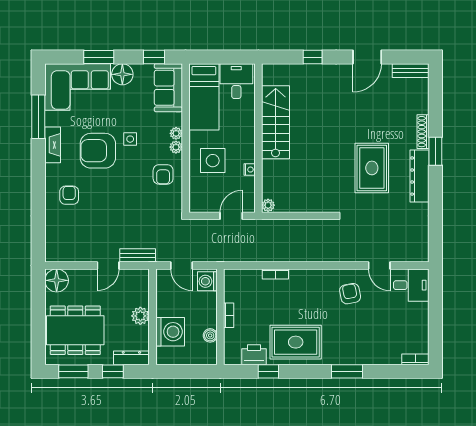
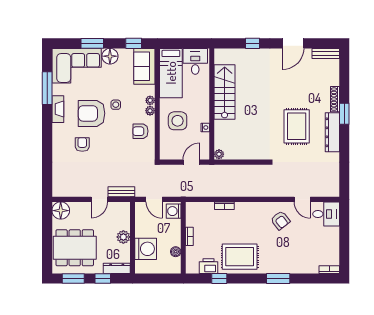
armchair: (163, 174) -> (140, 131), turned 90
armchair: (69, 195) -> (82, 144), moved
armchair: (350, 294) -> (280, 220), turned 153

